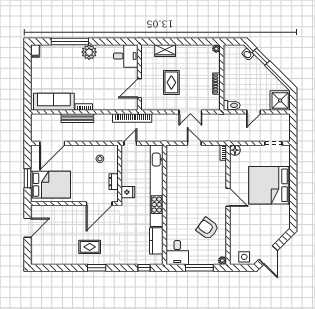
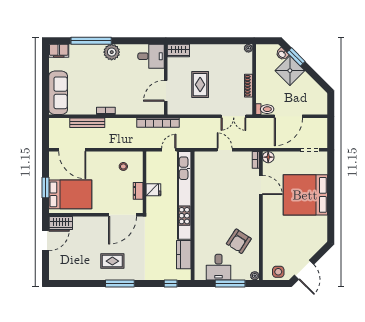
filing cabinet: (35, 51) -> (59, 51), width x2.00
wardrobe: (165, 51) -> (178, 50), moved
shower: (280, 100) -> (290, 71), moved, turned 45
sofa: (54, 102) -> (58, 93), moved, turned 90
double door: (190, 112) -> (234, 116), moved
door: (254, 112) -> (288, 116), width x1.87
bench: (77, 118) -> (87, 123), moved
door: (52, 143) -> (72, 150), hinge flipped
door: (130, 143) -> (169, 150), moved
fridge: (128, 192) -> (153, 190), moved
door: (228, 197) -> (261, 185), moved
wardrobe: (42, 211) -> (61, 223), added
armchair: (207, 228) -> (239, 241), turned -93
desk: (177, 253) -> (219, 267), moved
window: (97, 268) -> (120, 283), width x1.44

